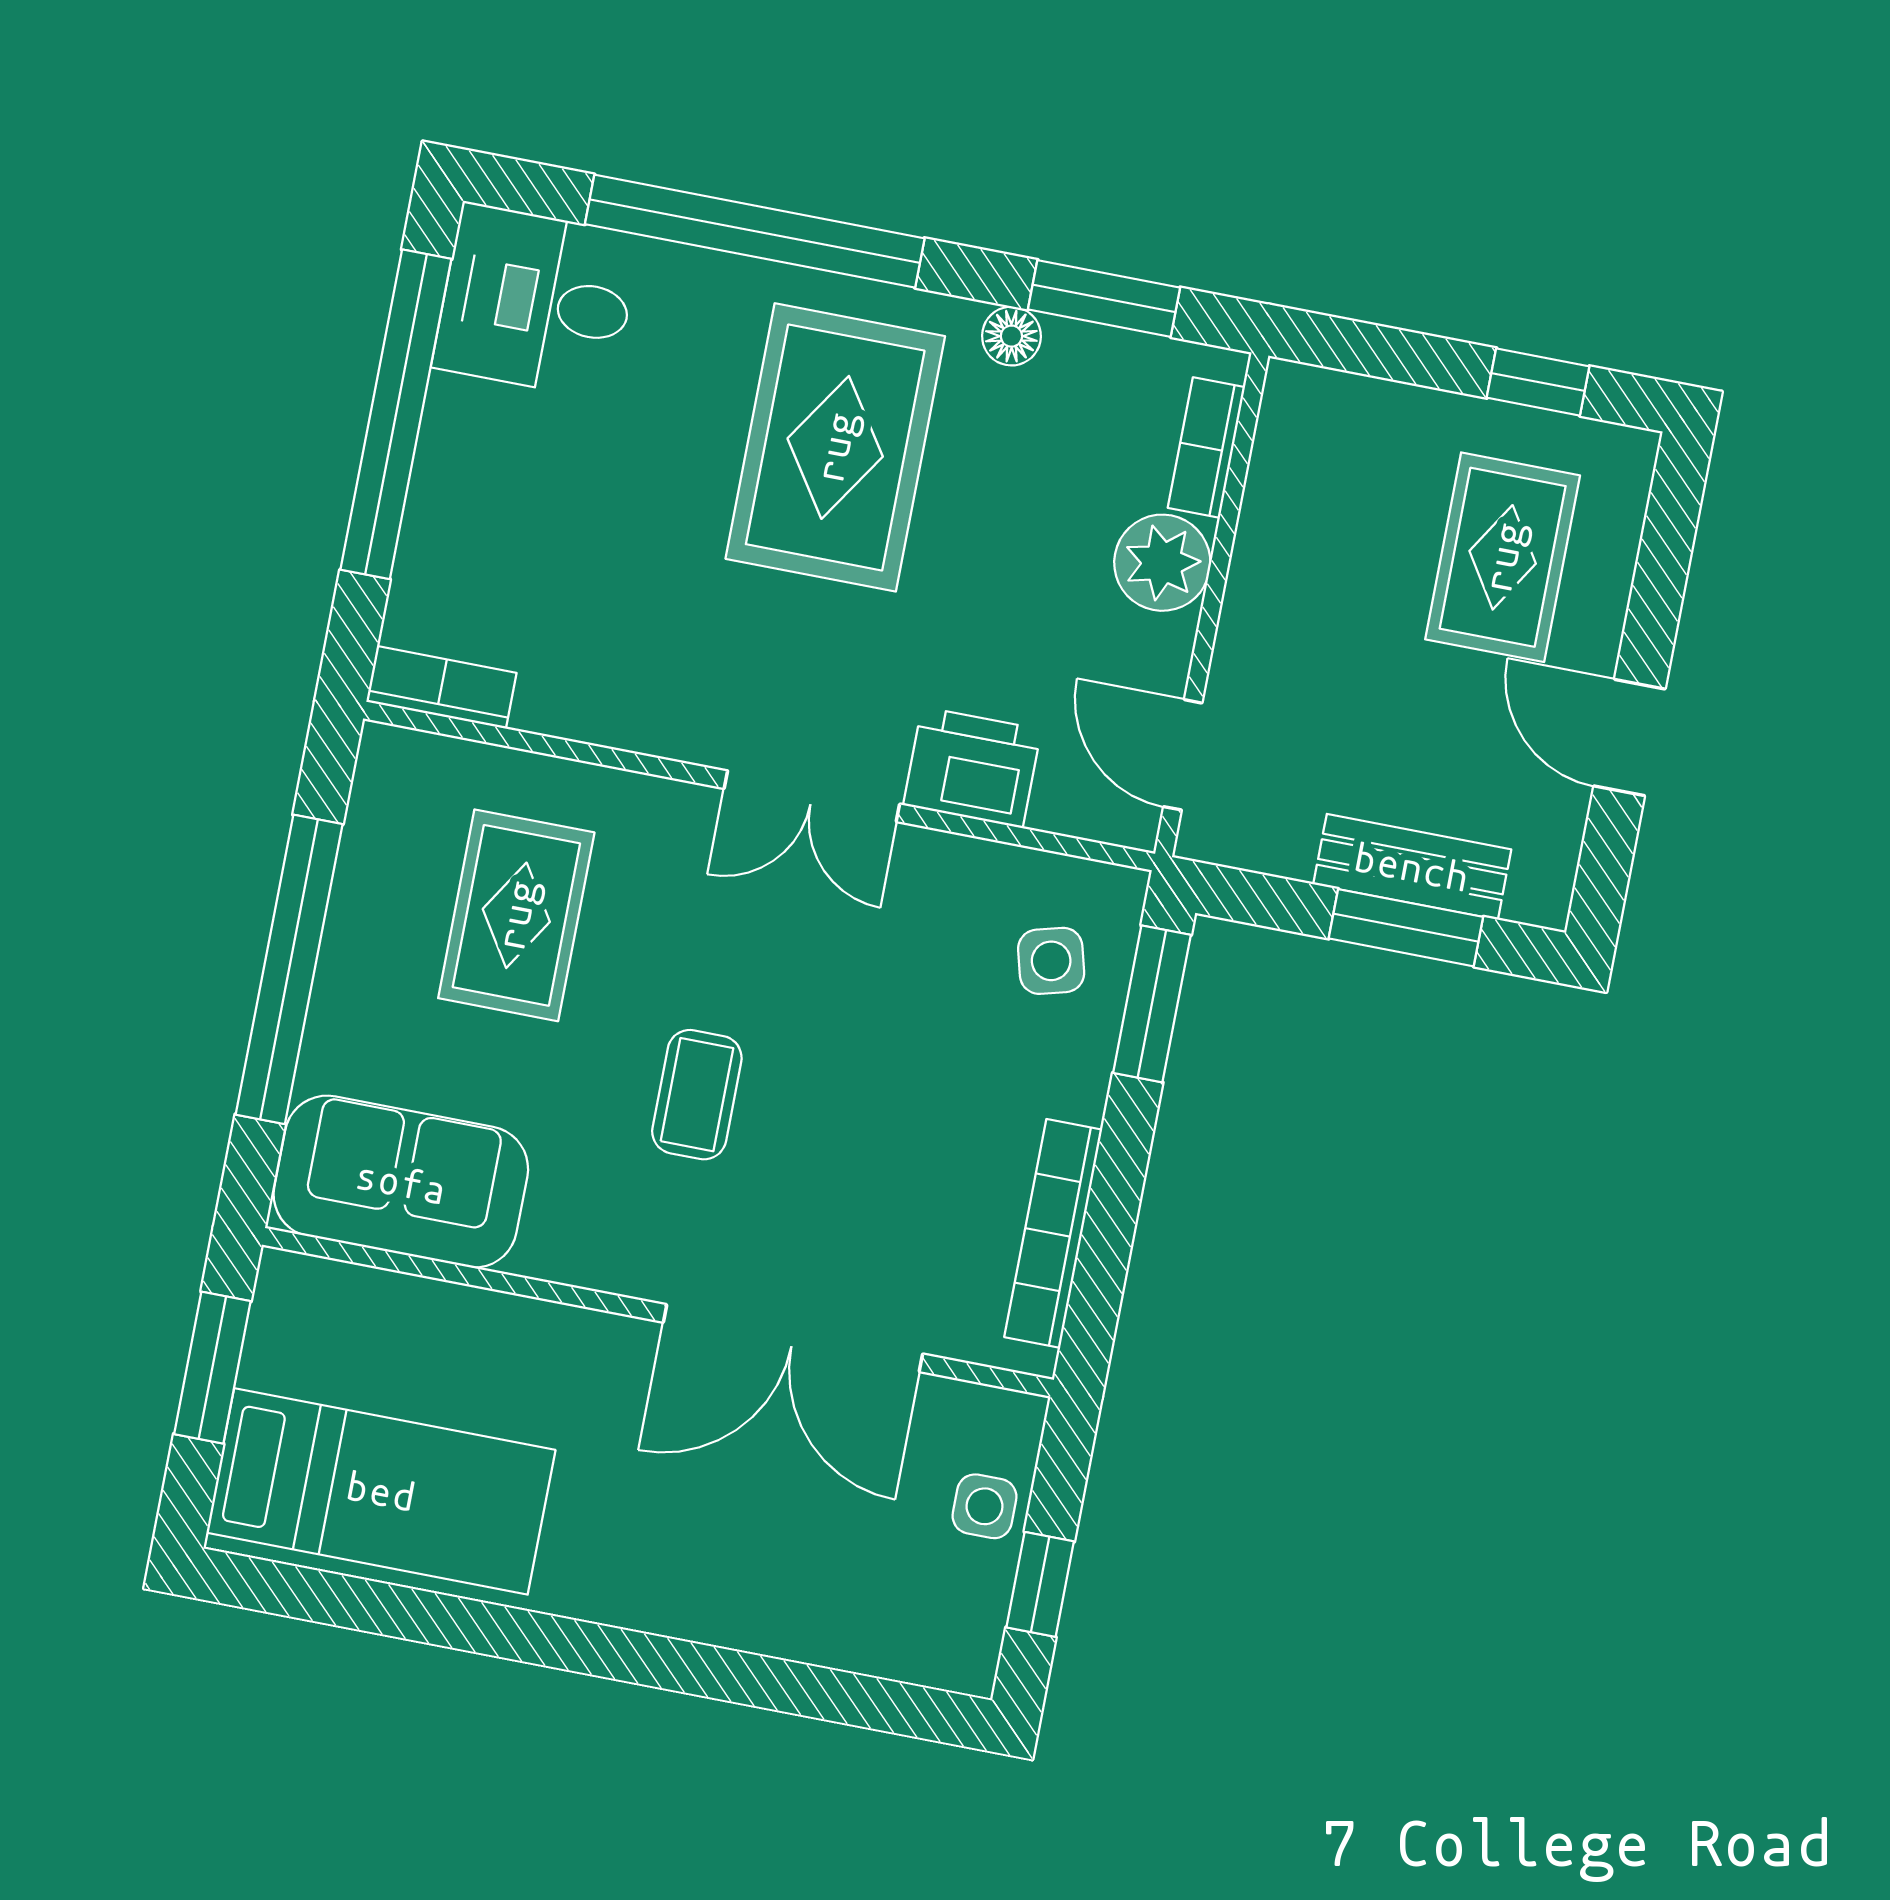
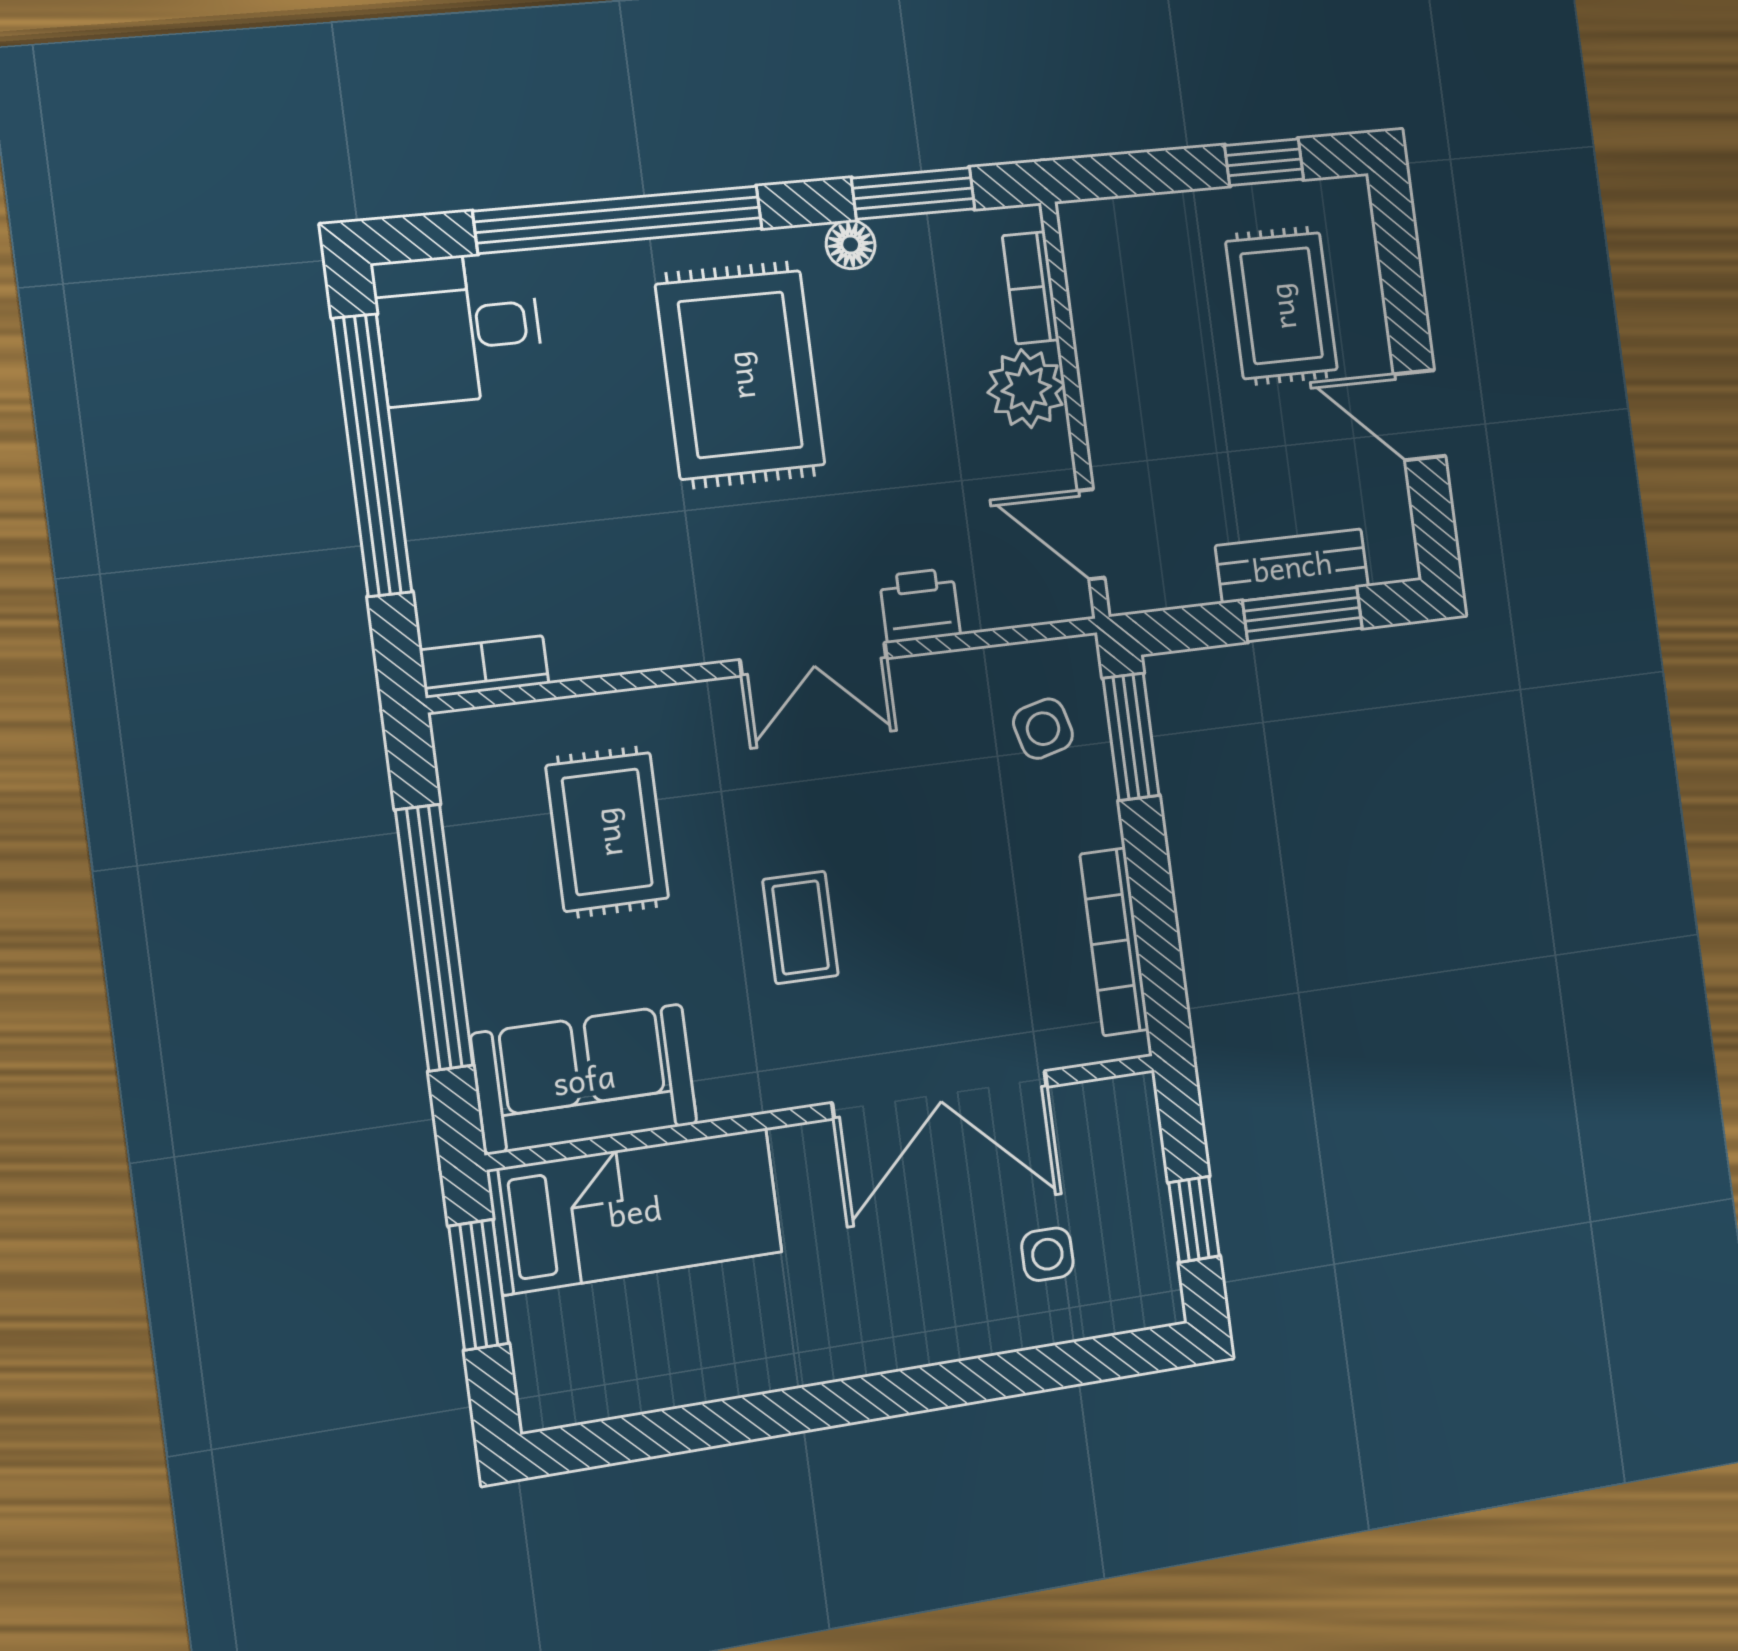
printer: (972, 767) -> (920, 605), width x0.73, depth x0.81
bed: (381, 1491) -> (635, 1211), moved
side table: (984, 1506) -> (1047, 1254), moved

